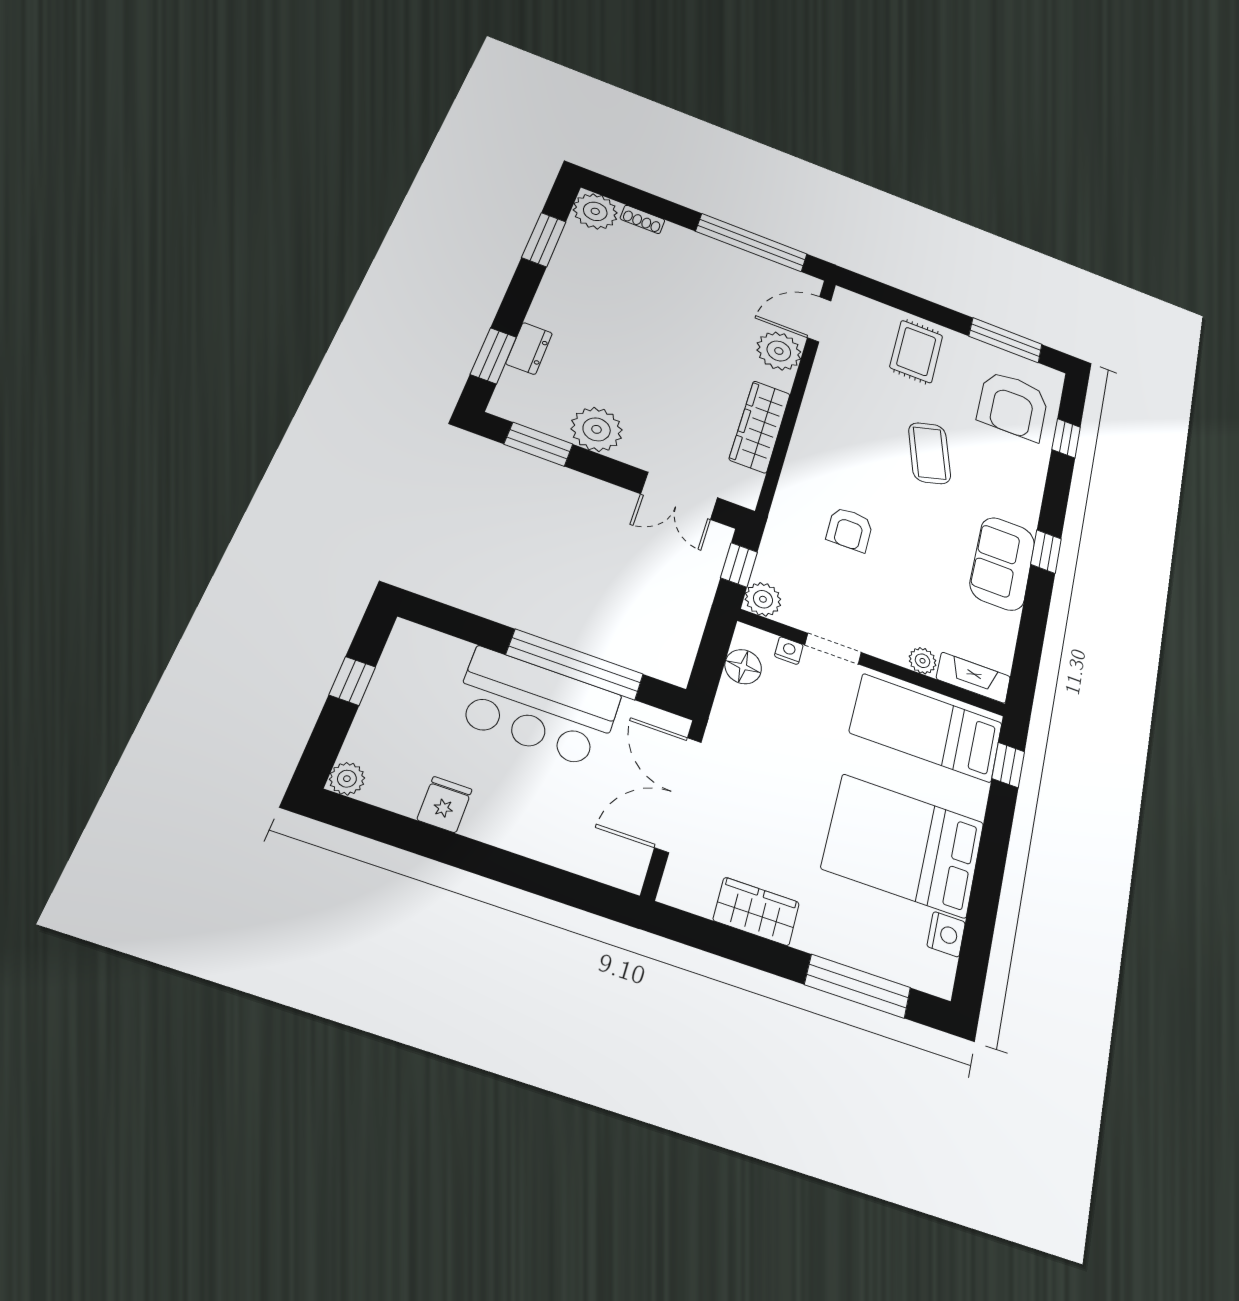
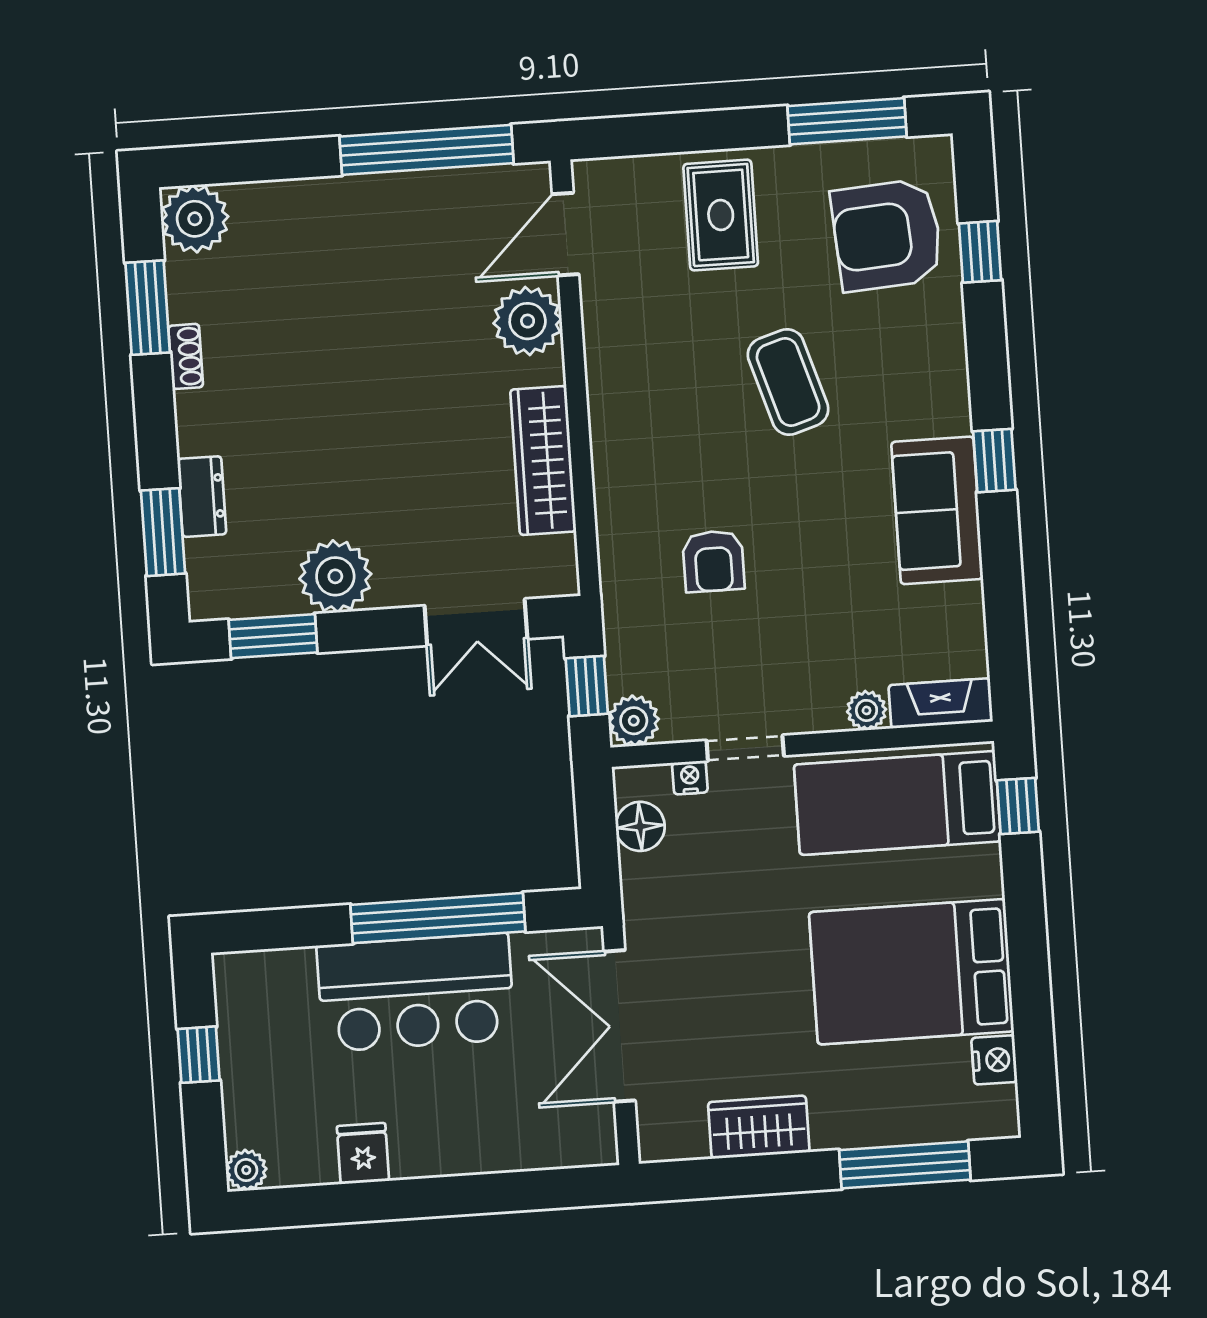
shoe rack: (642, 219) -> (186, 356), moved, turned -90
armchair: (1013, 405) -> (887, 235), turned 86

